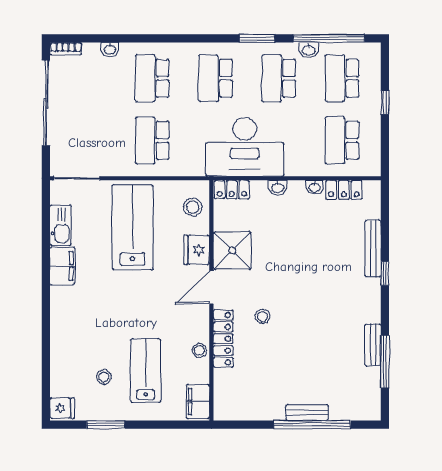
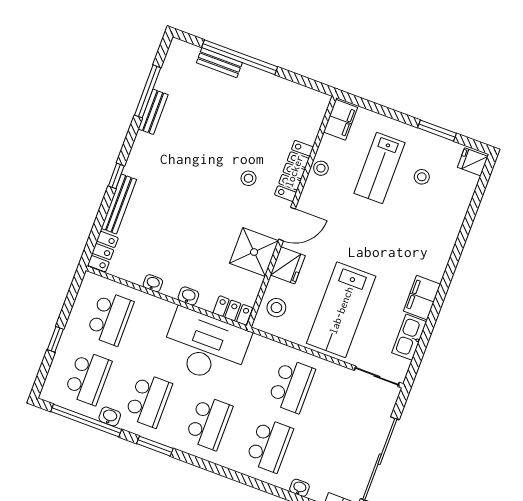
locker: (344, 190) -> (103, 252), moved, turned 90
bench: (307, 413) -> (219, 63), moved

